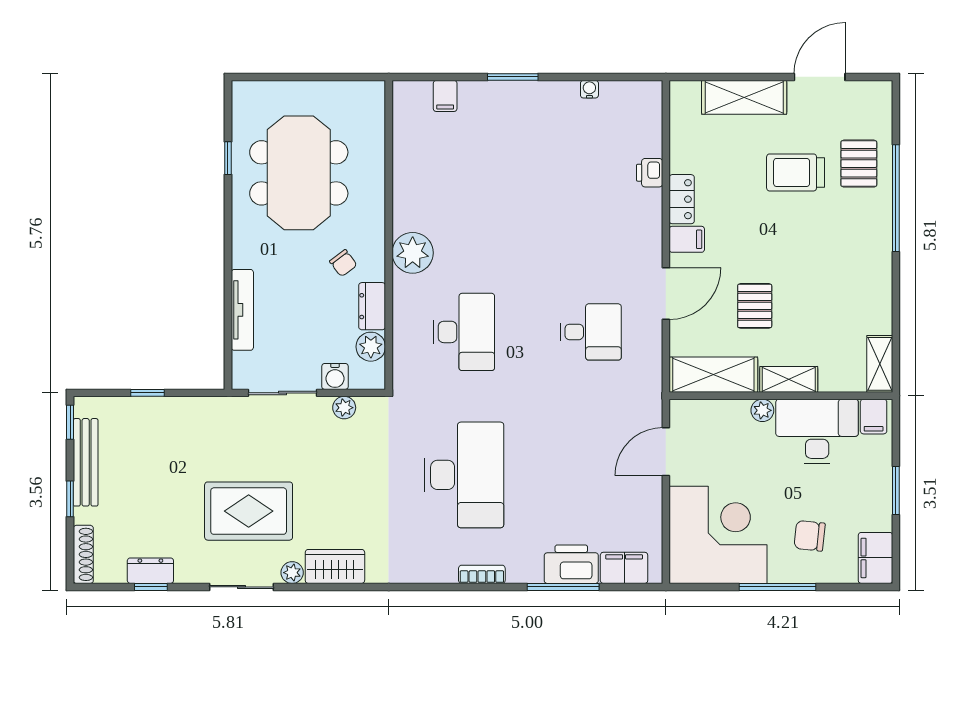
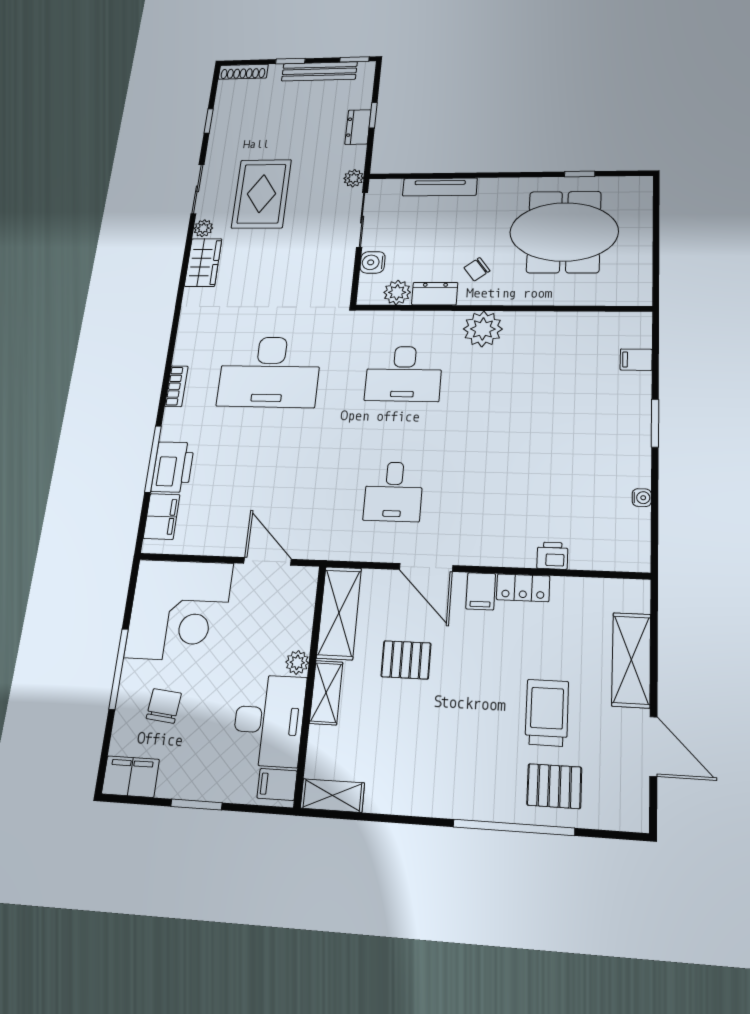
plant: (344, 408) -> (354, 178), moved
dresser: (150, 571) -> (358, 127), moved, turned 180

